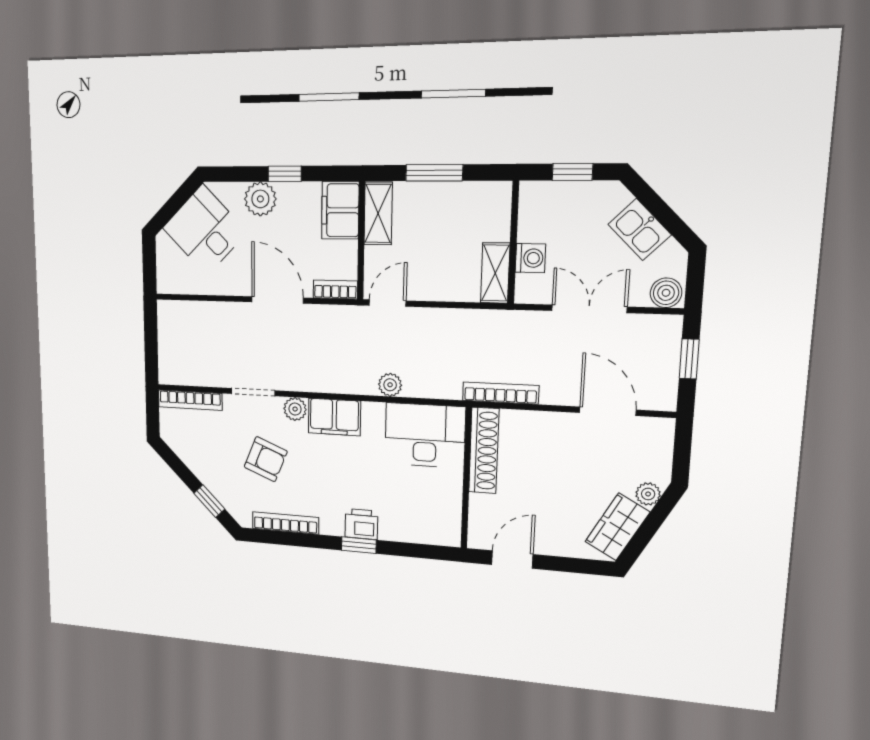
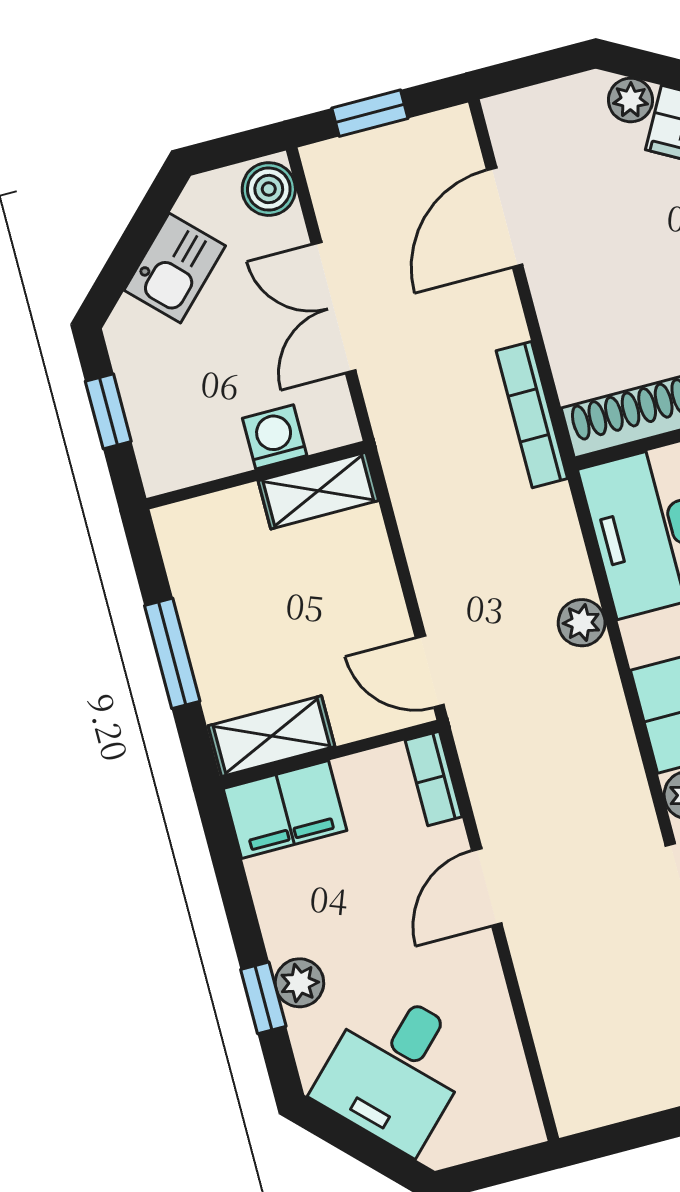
window: (285, 174) -> (263, 998), moved
plant: (260, 199) -> (299, 983), width x0.73, depth x0.73
door: (277, 300) -> (487, 887), width x0.73

